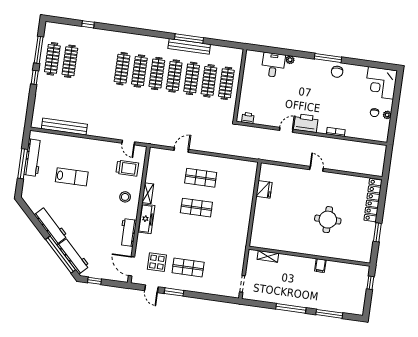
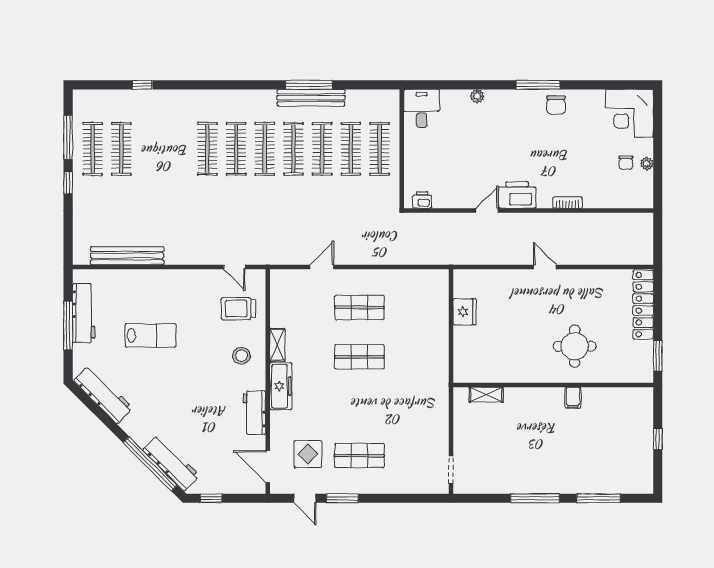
desk: (273, 65) -> (422, 108), moved
trolley: (127, 168) -> (238, 309), turned 180
workbench: (51, 226) -> (103, 394), moved
shelving: (268, 256) -> (486, 395), moved
wall: (309, 256) -> (553, 385), moved
filing cabinet: (320, 266) -> (573, 398), moved

